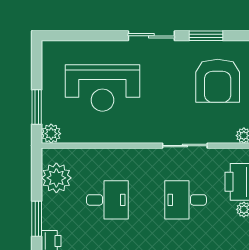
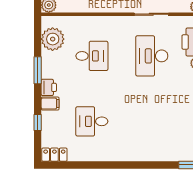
desk: (186, 200) -> (152, 56), width x1.37

